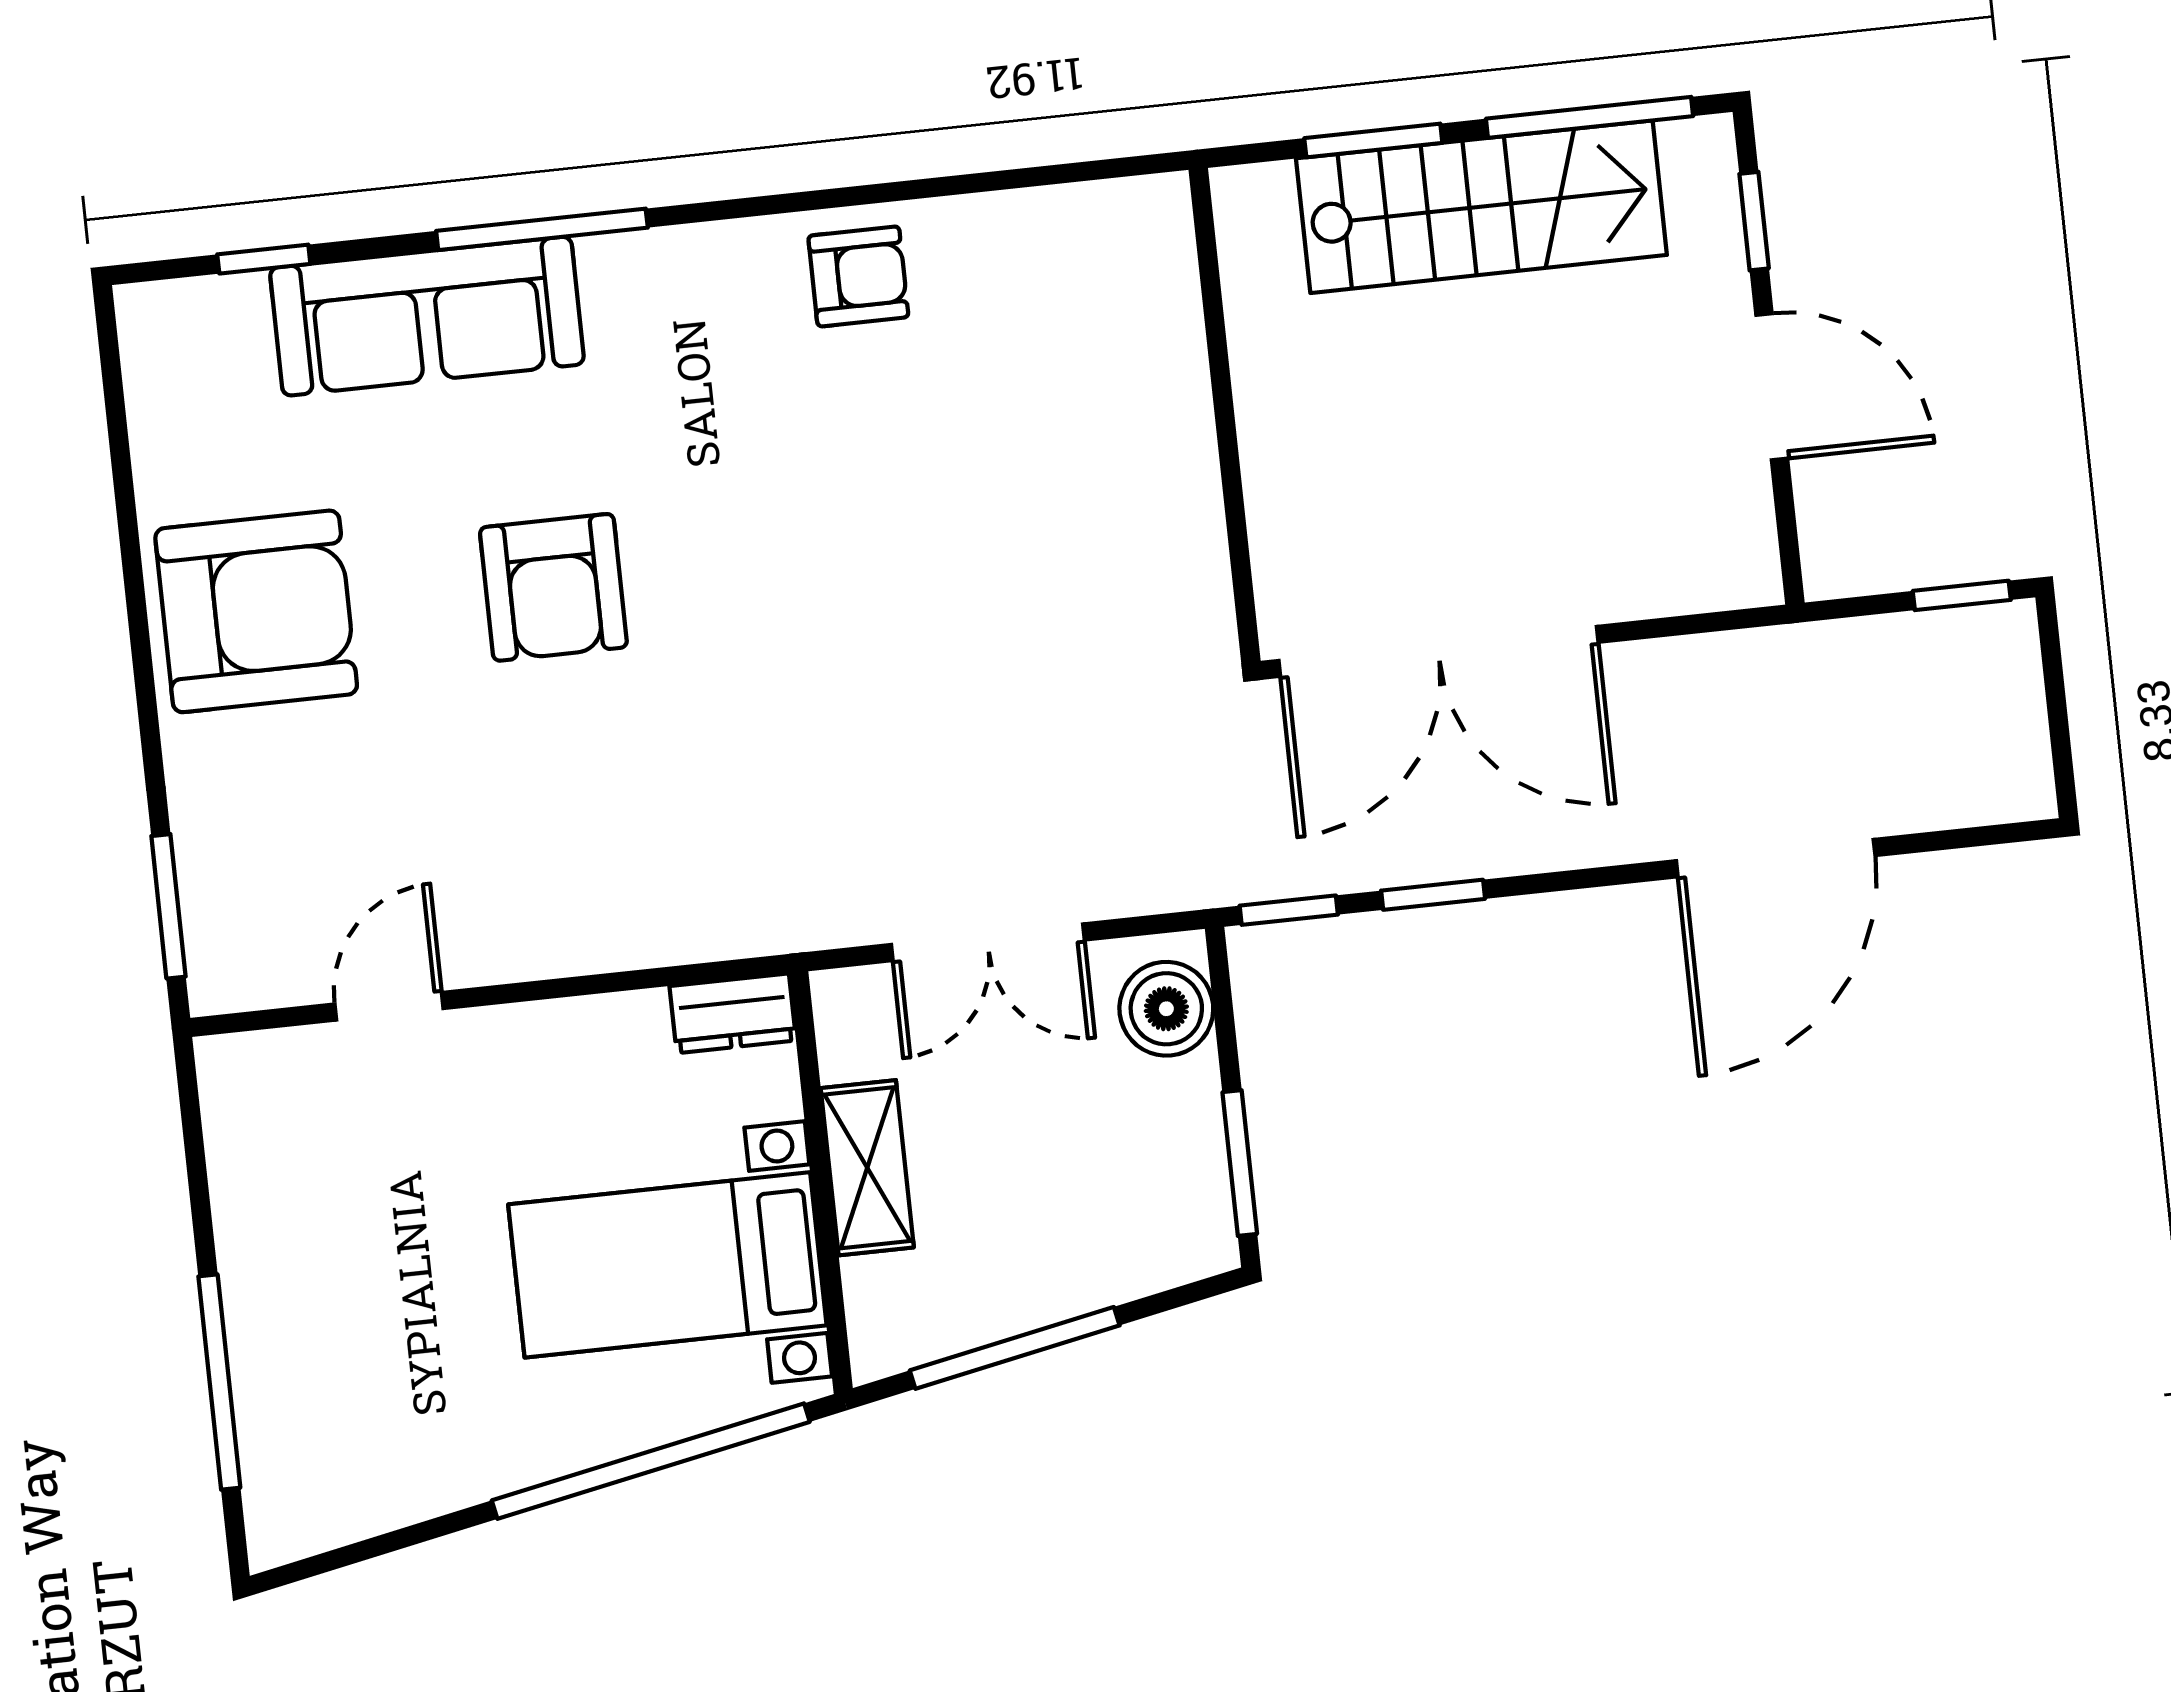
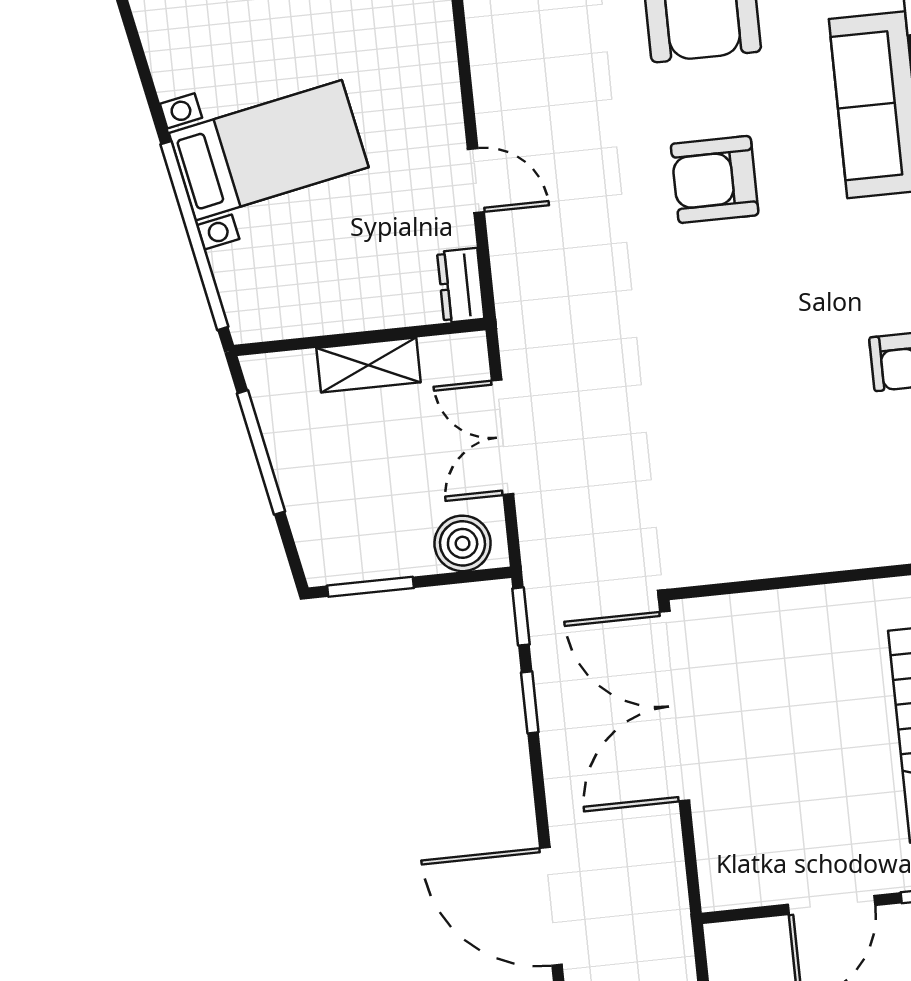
door: (389, 1006) -> (476, 180), moved
bed with nightstands: (667, 1265) -> (269, 150), moved, turned 79

